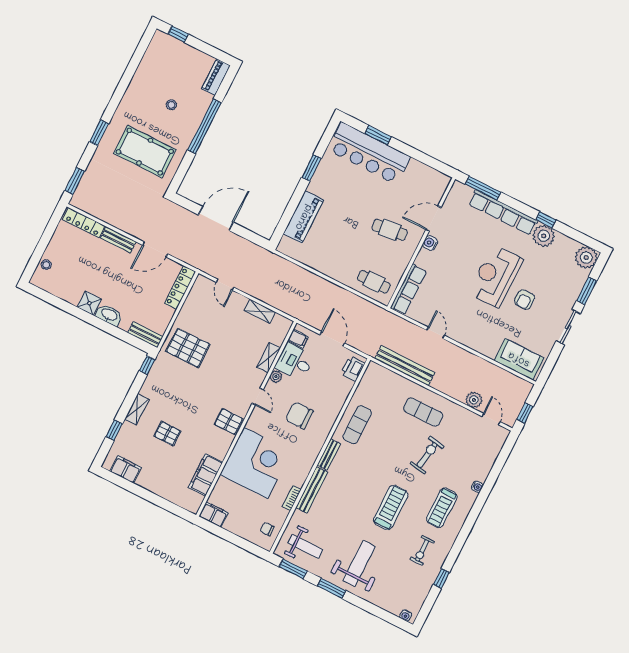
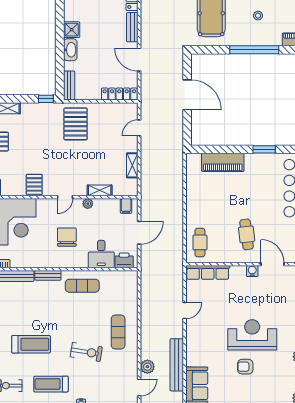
desk: (295, 362) -> (101, 254), moved, turned 180
bench: (405, 366) -> (177, 365), moved

